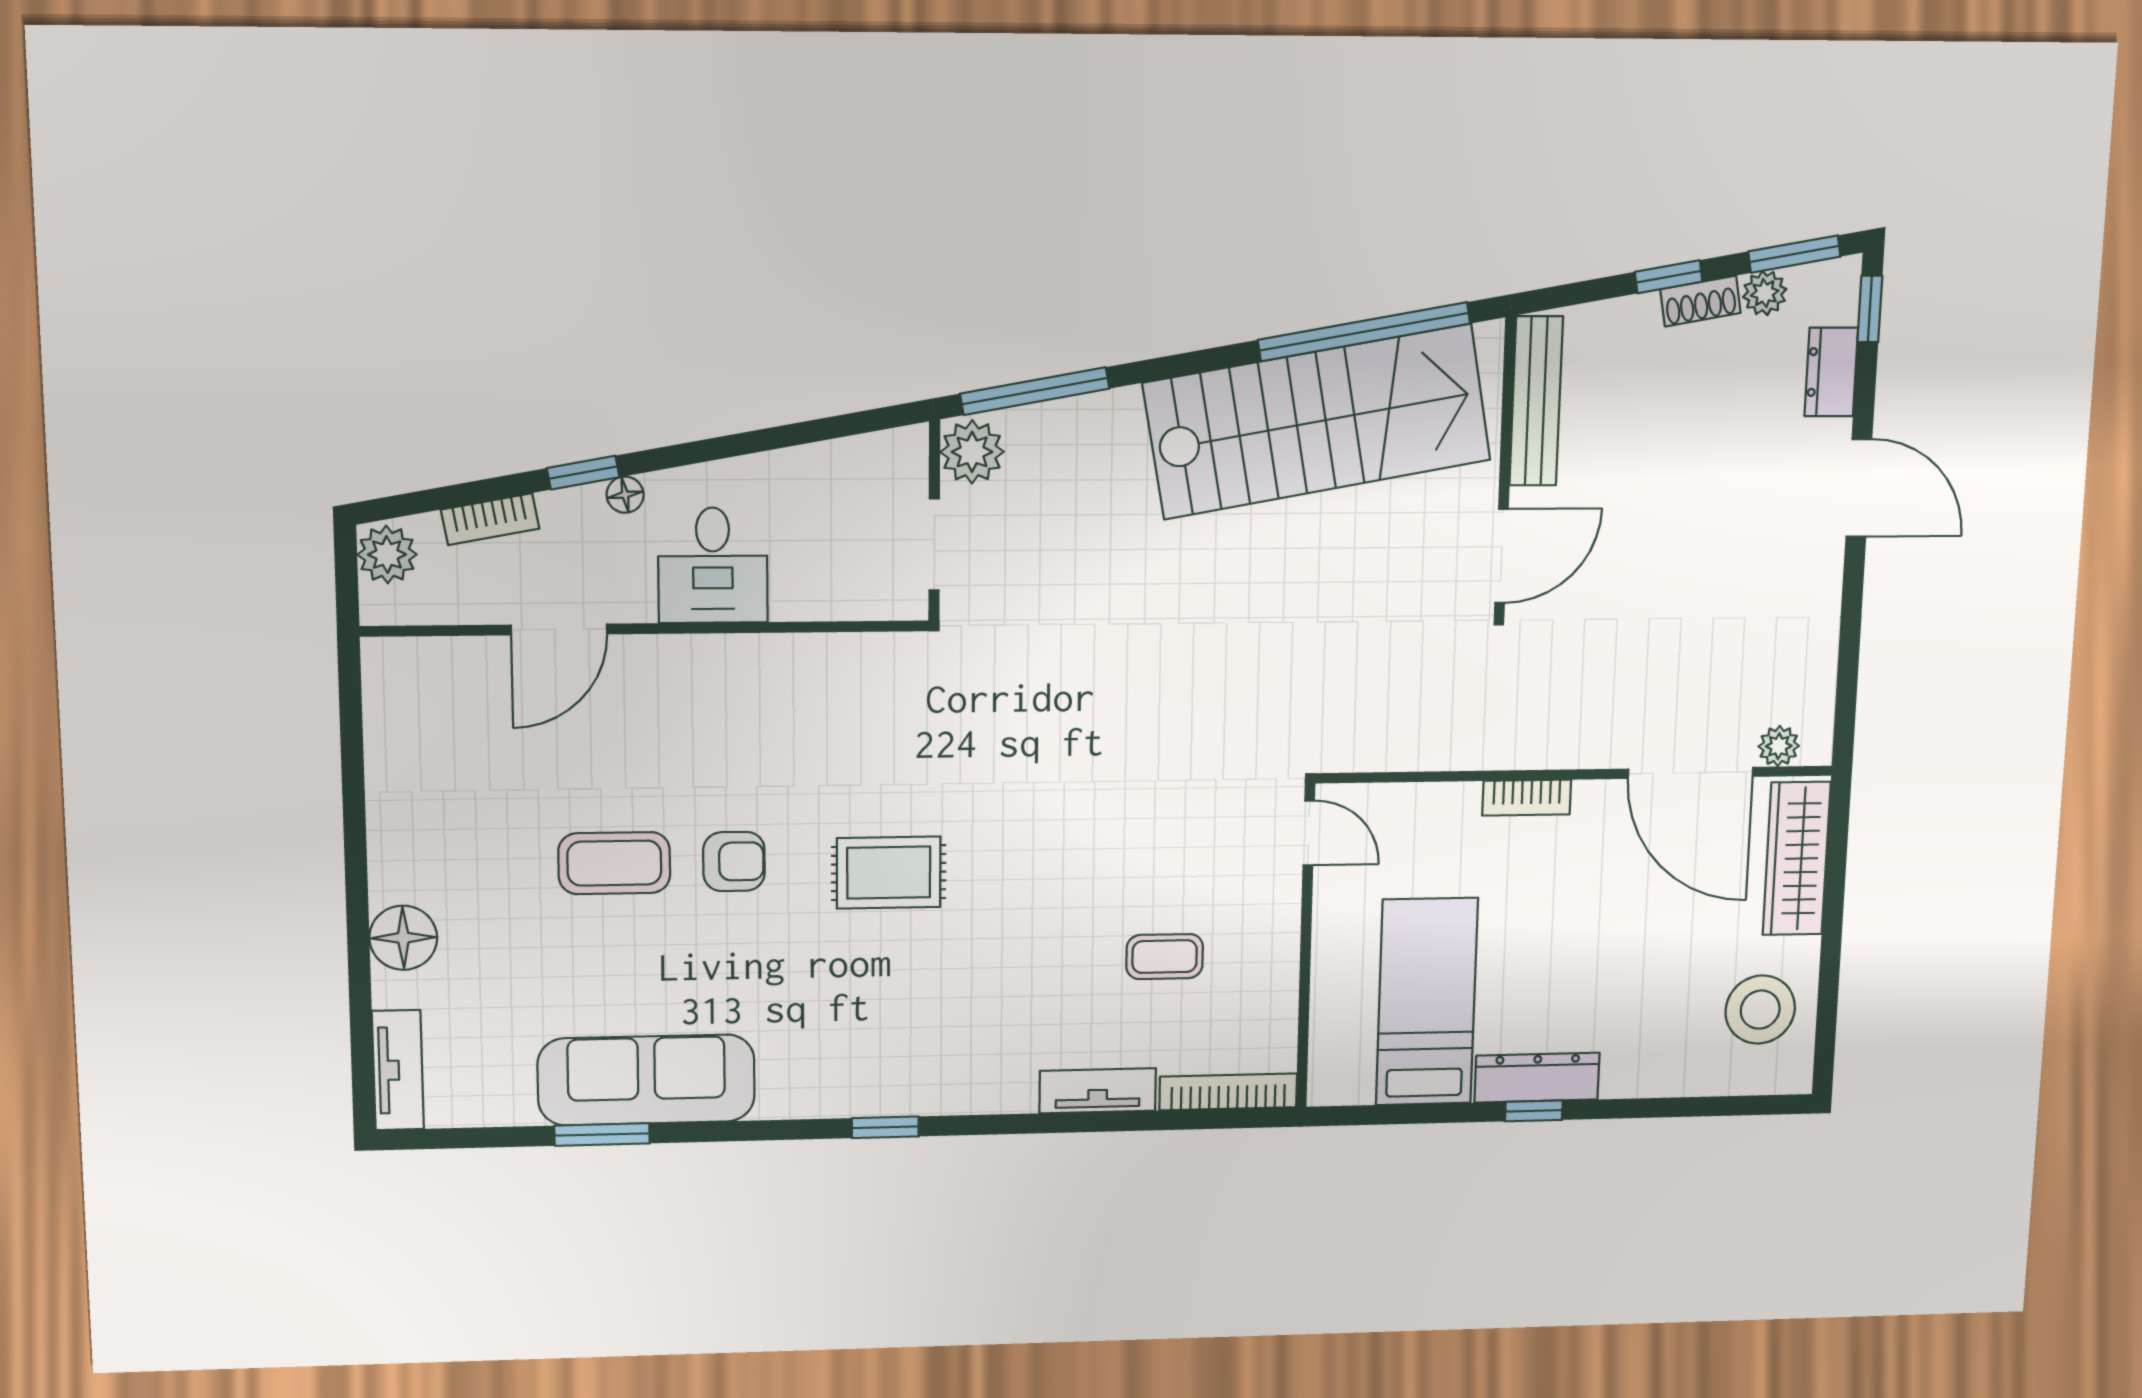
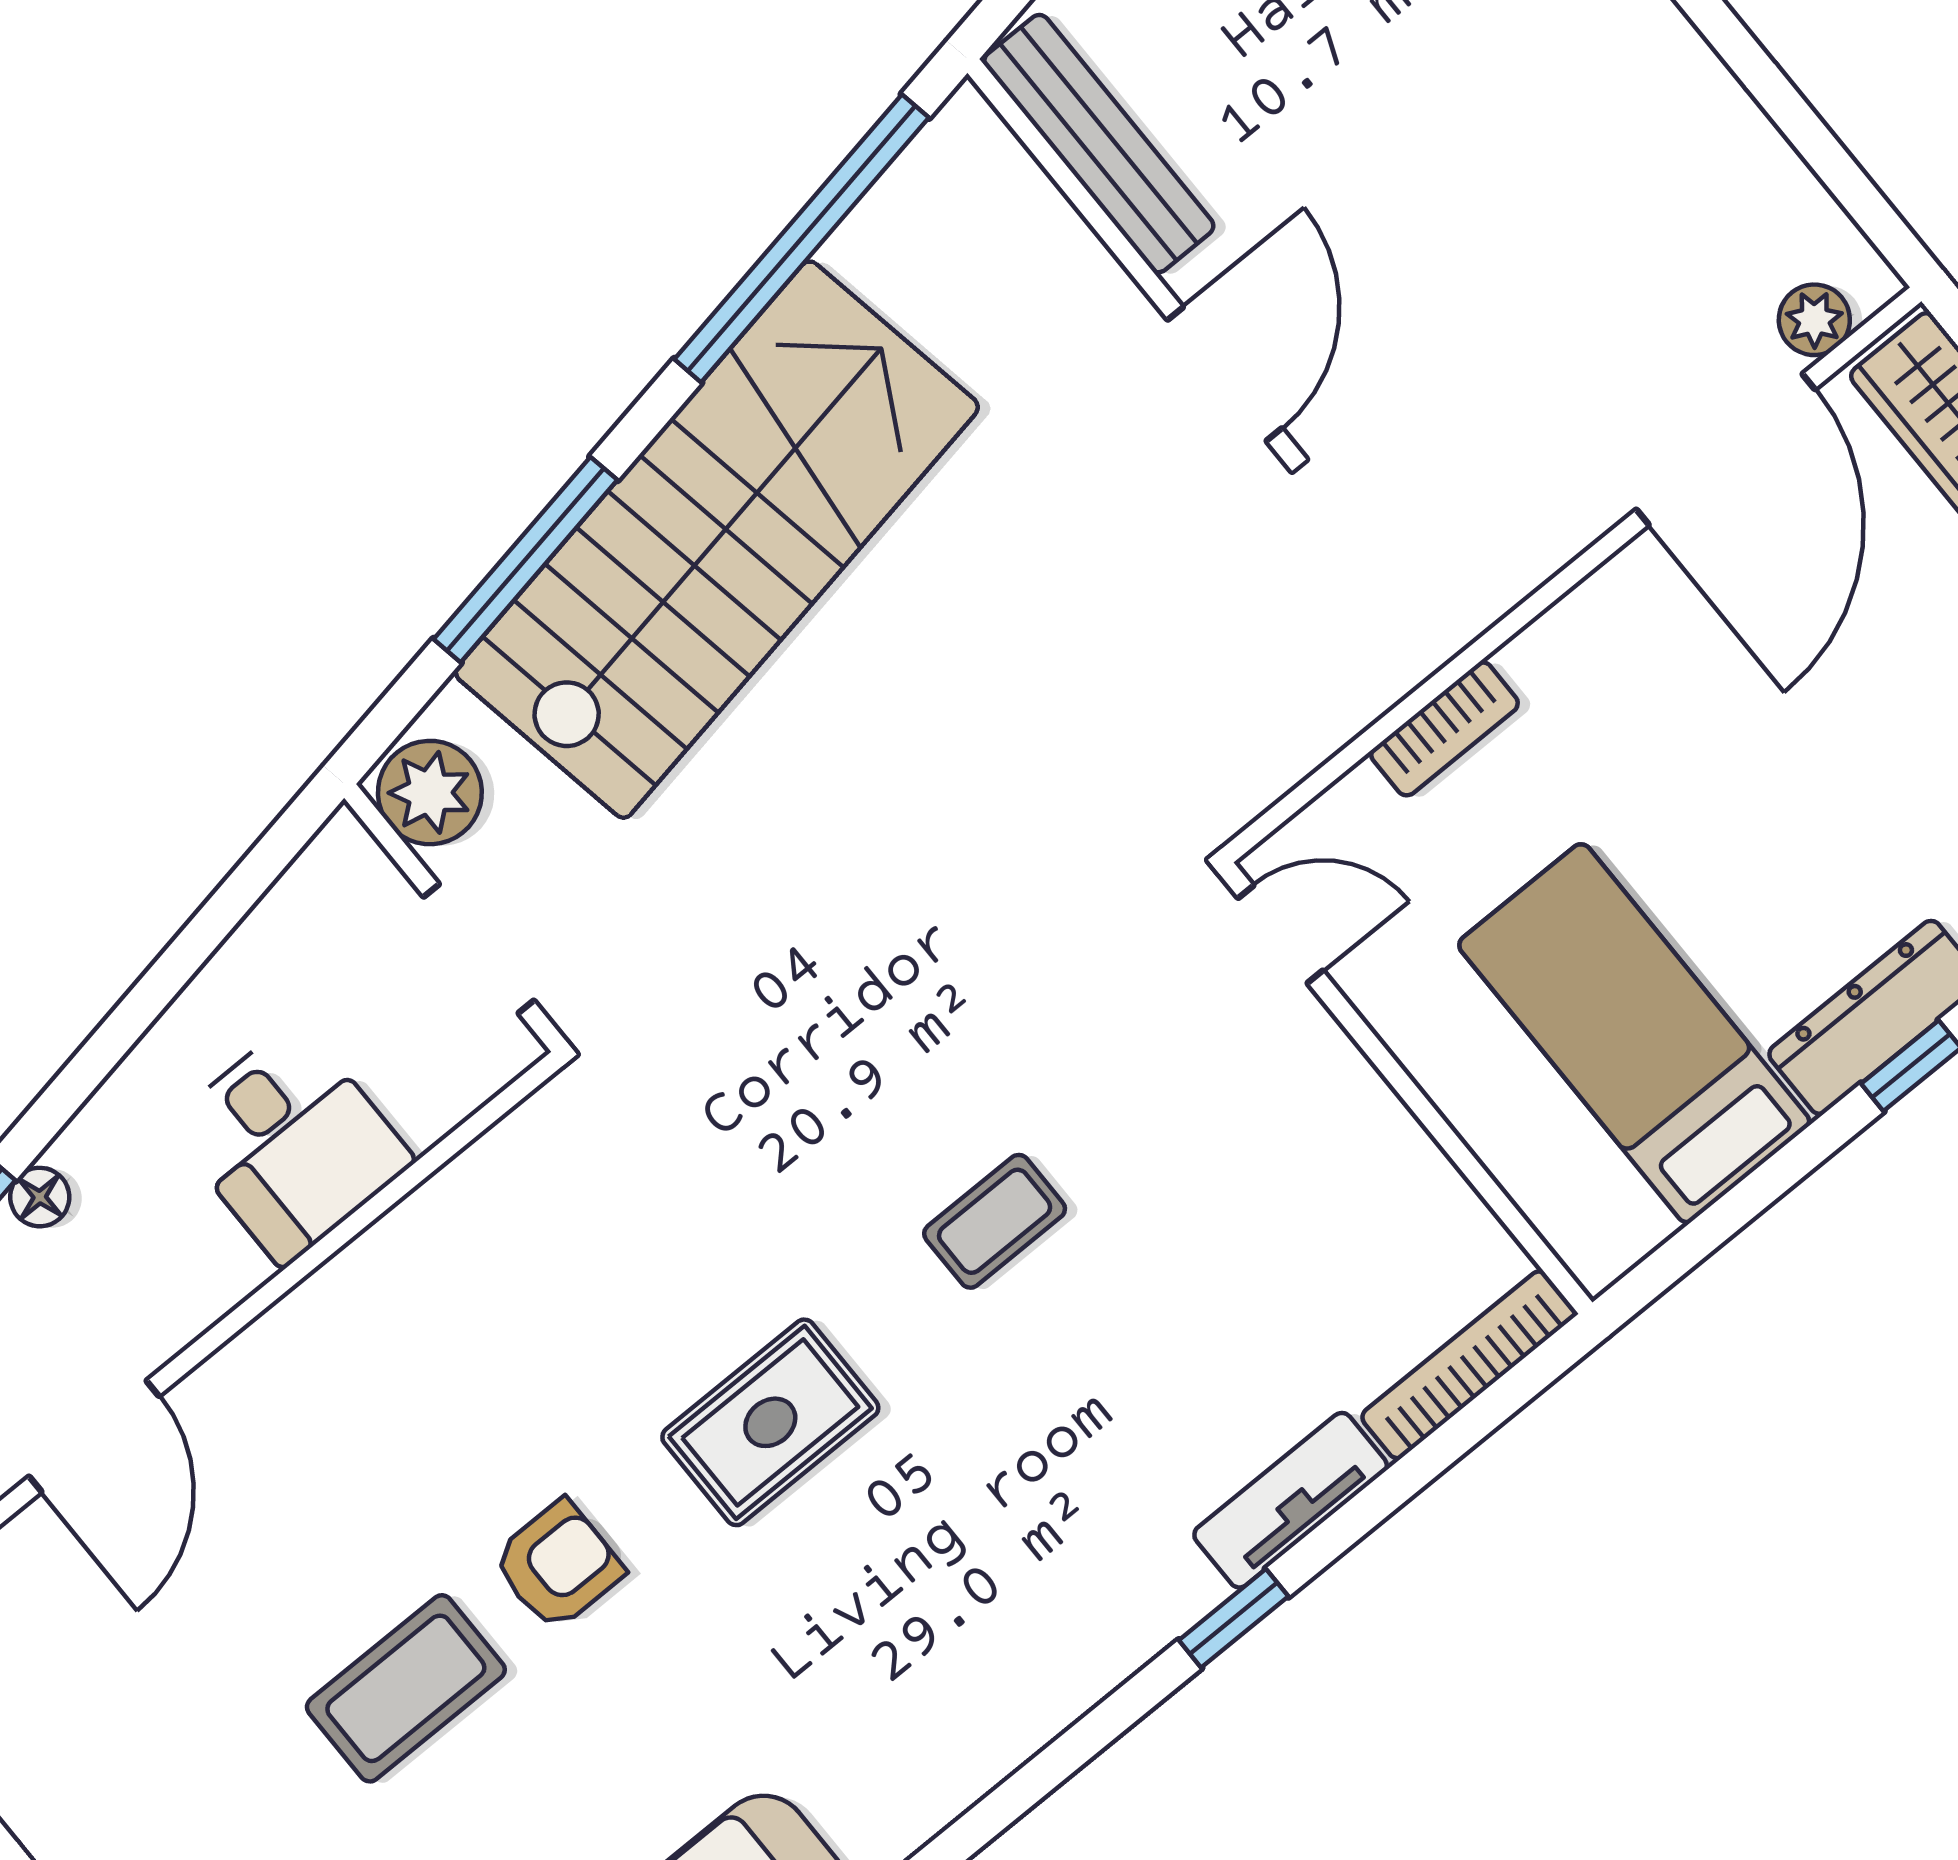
window: (1035, 391) -> (525, 560), moved
stairs: (1317, 422) -> (717, 540), moved
desk: (713, 565) -> (290, 1143), moved
door: (1691, 773) -> (1726, 449), hinge flipped
bookcase: (1527, 798) -> (1445, 729), moved
coffee table: (1165, 957) -> (995, 1221), moved
window: (885, 1127) -> (1234, 1618), moved

